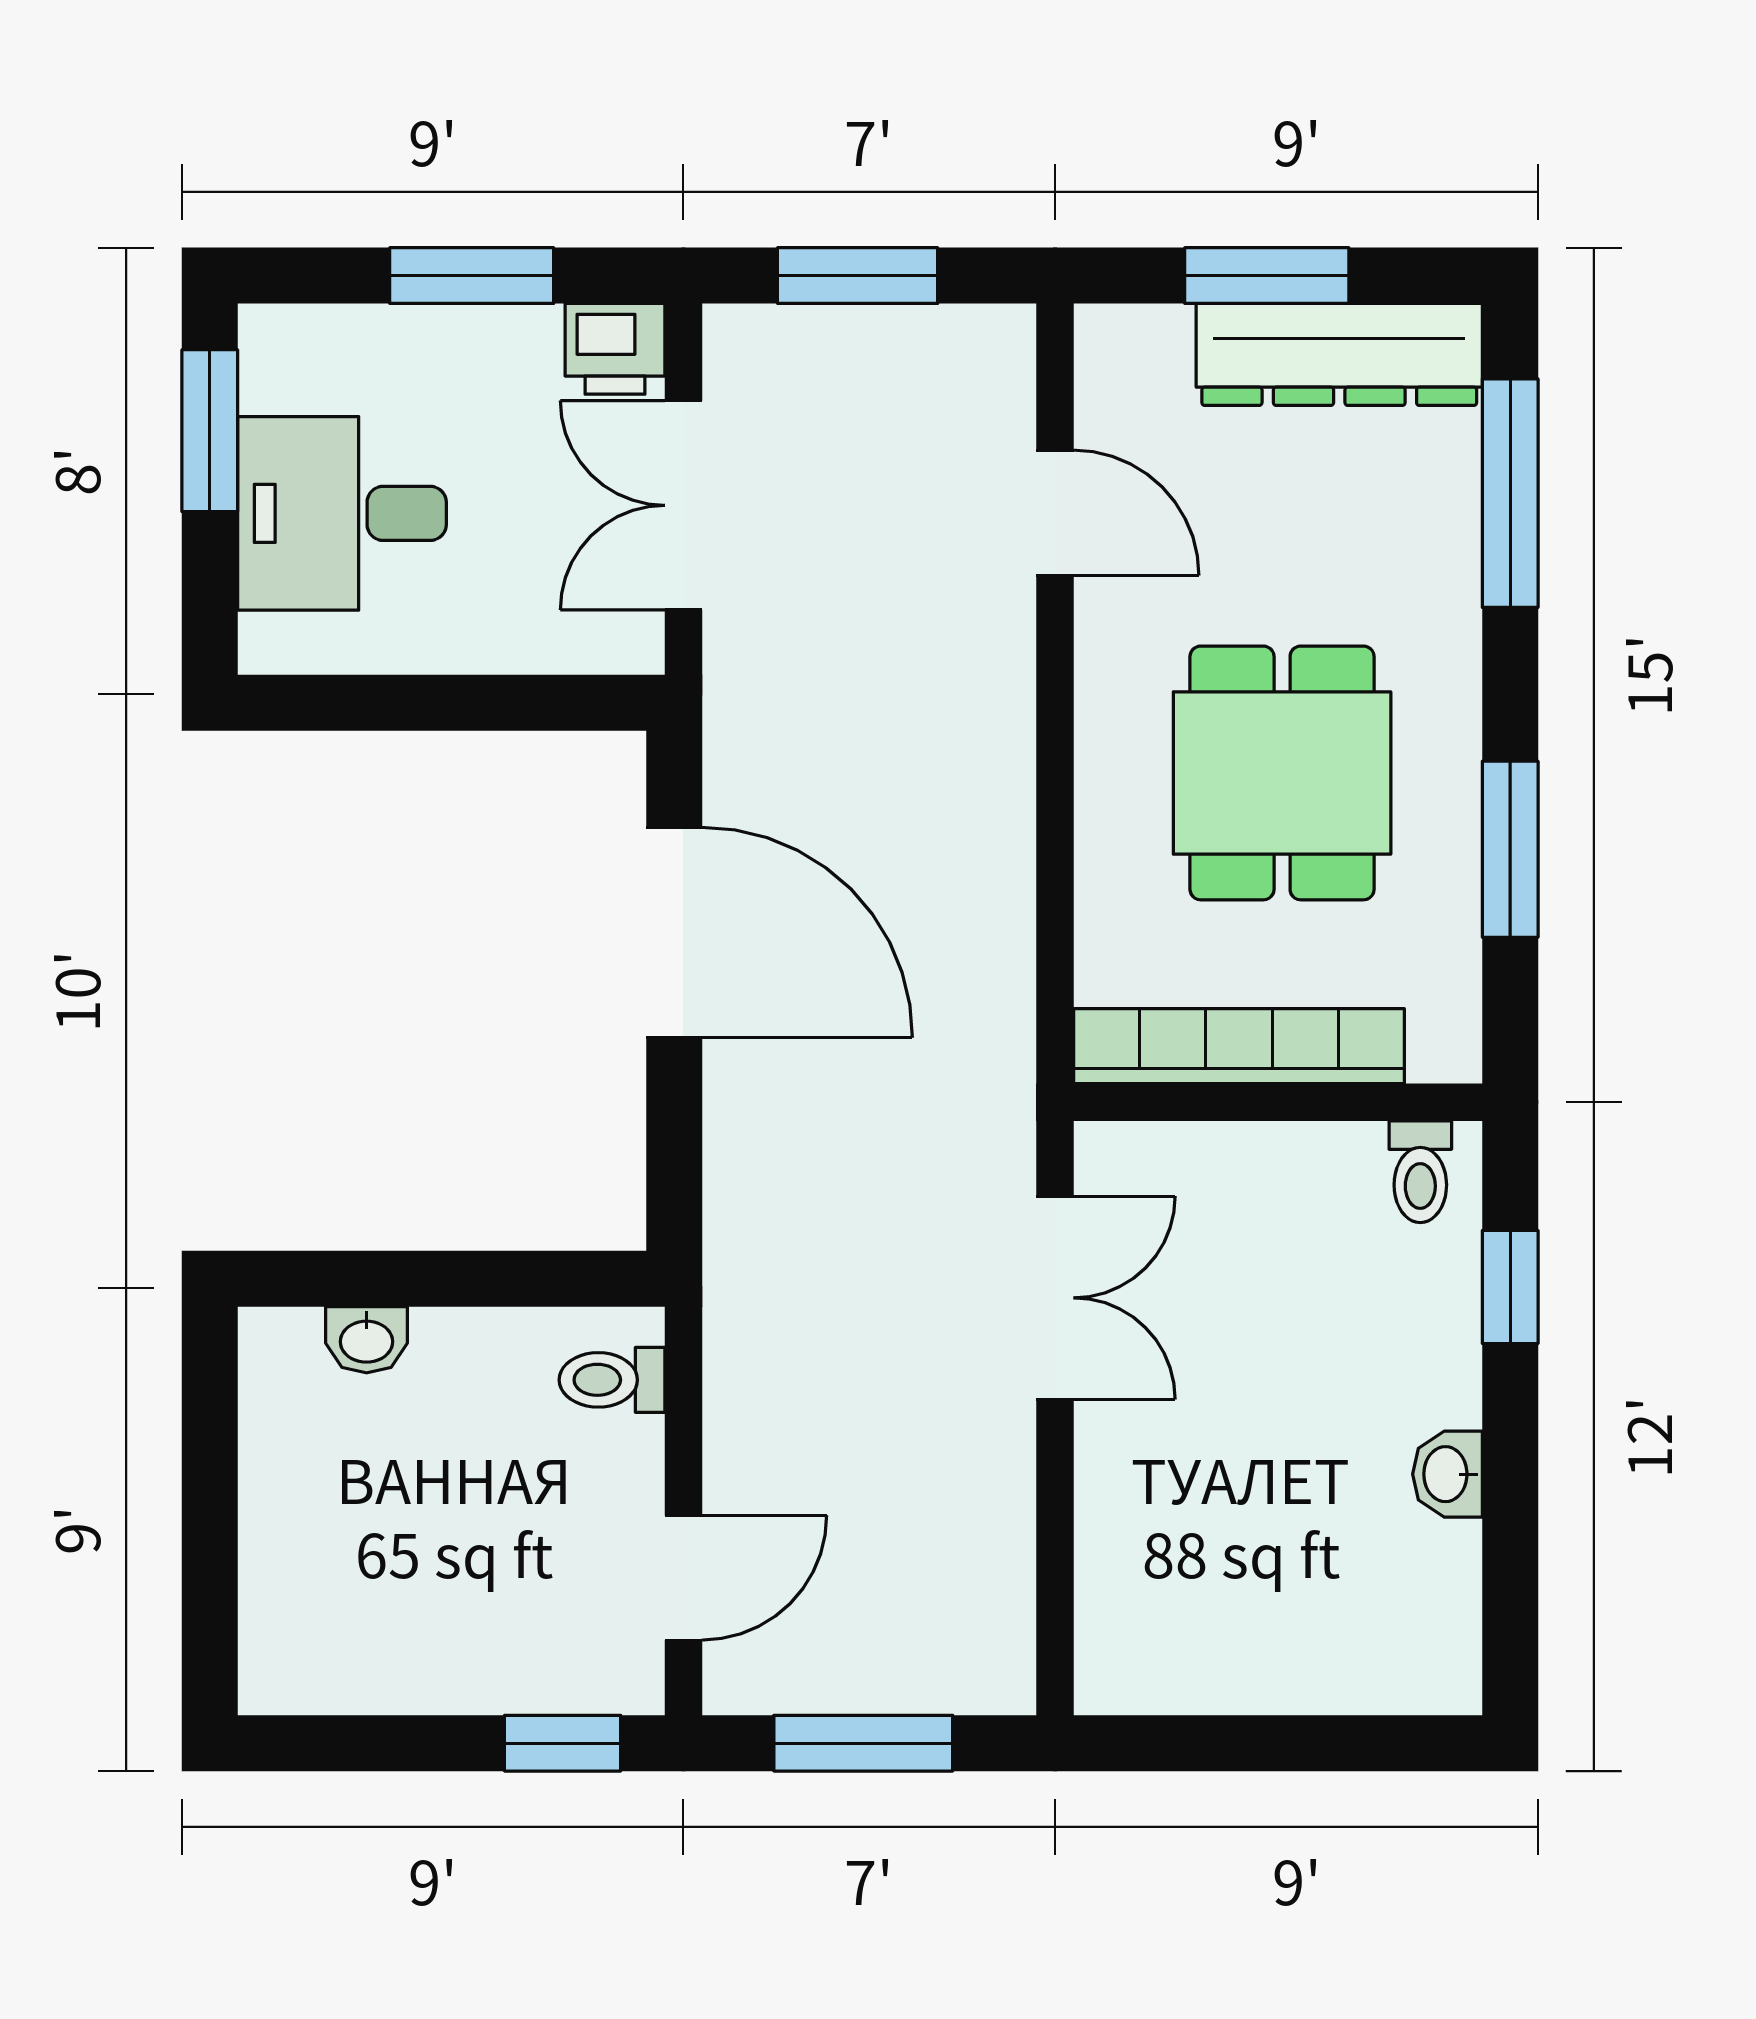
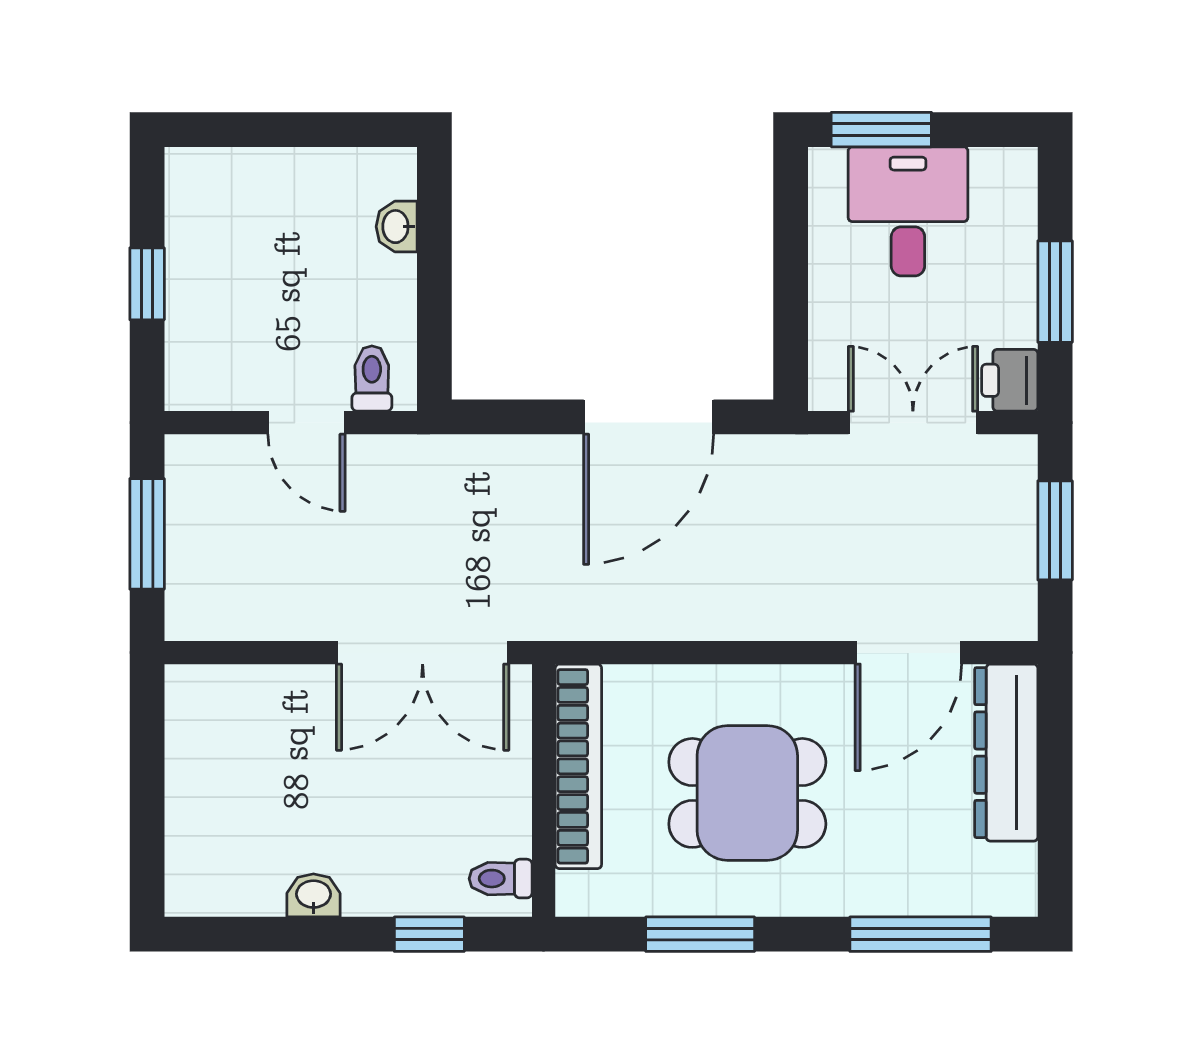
window: (1267, 276) -> (1055, 784), removed
dresser: (1339, 354) -> (1006, 753), moved
window: (210, 431) -> (881, 130), moved
door: (1055, 513) -> (908, 653), width x1.38
double door: (1055, 1298) -> (423, 653), width x1.37
door: (683, 1578) -> (307, 423), moved
window: (563, 1743) -> (147, 284), moved

